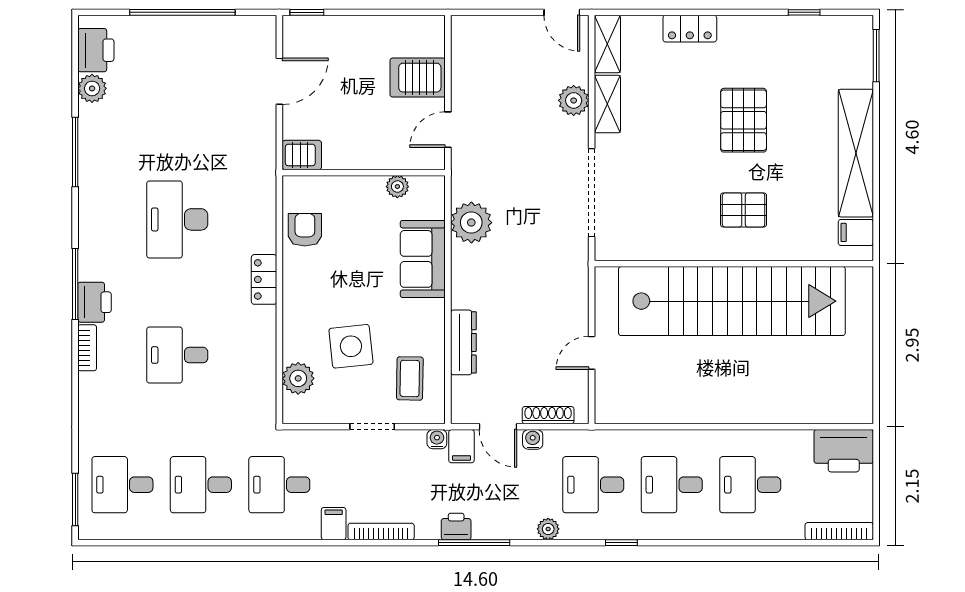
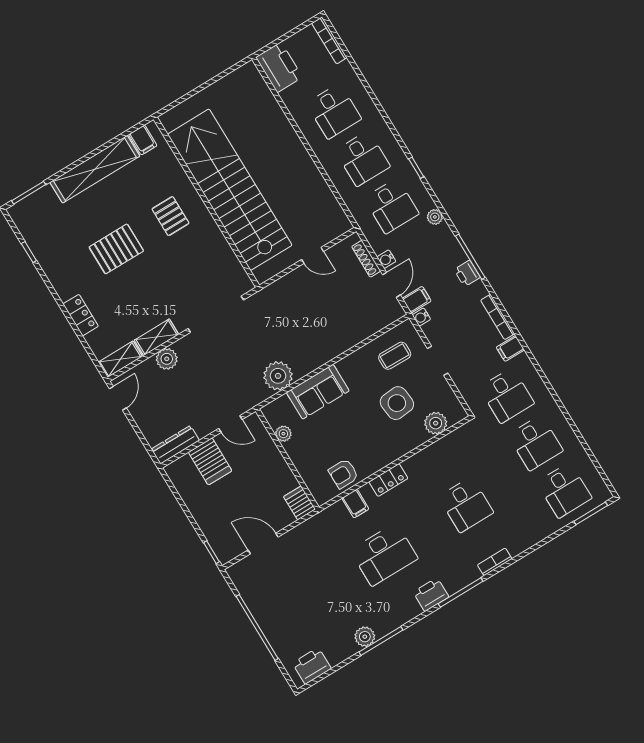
plant: (92, 88) -> (365, 637), moved
filing cabinet: (260, 222) -> (355, 504), added
printer: (94, 302) -> (431, 594), moved
dresser: (463, 342) -> (175, 445), moved

